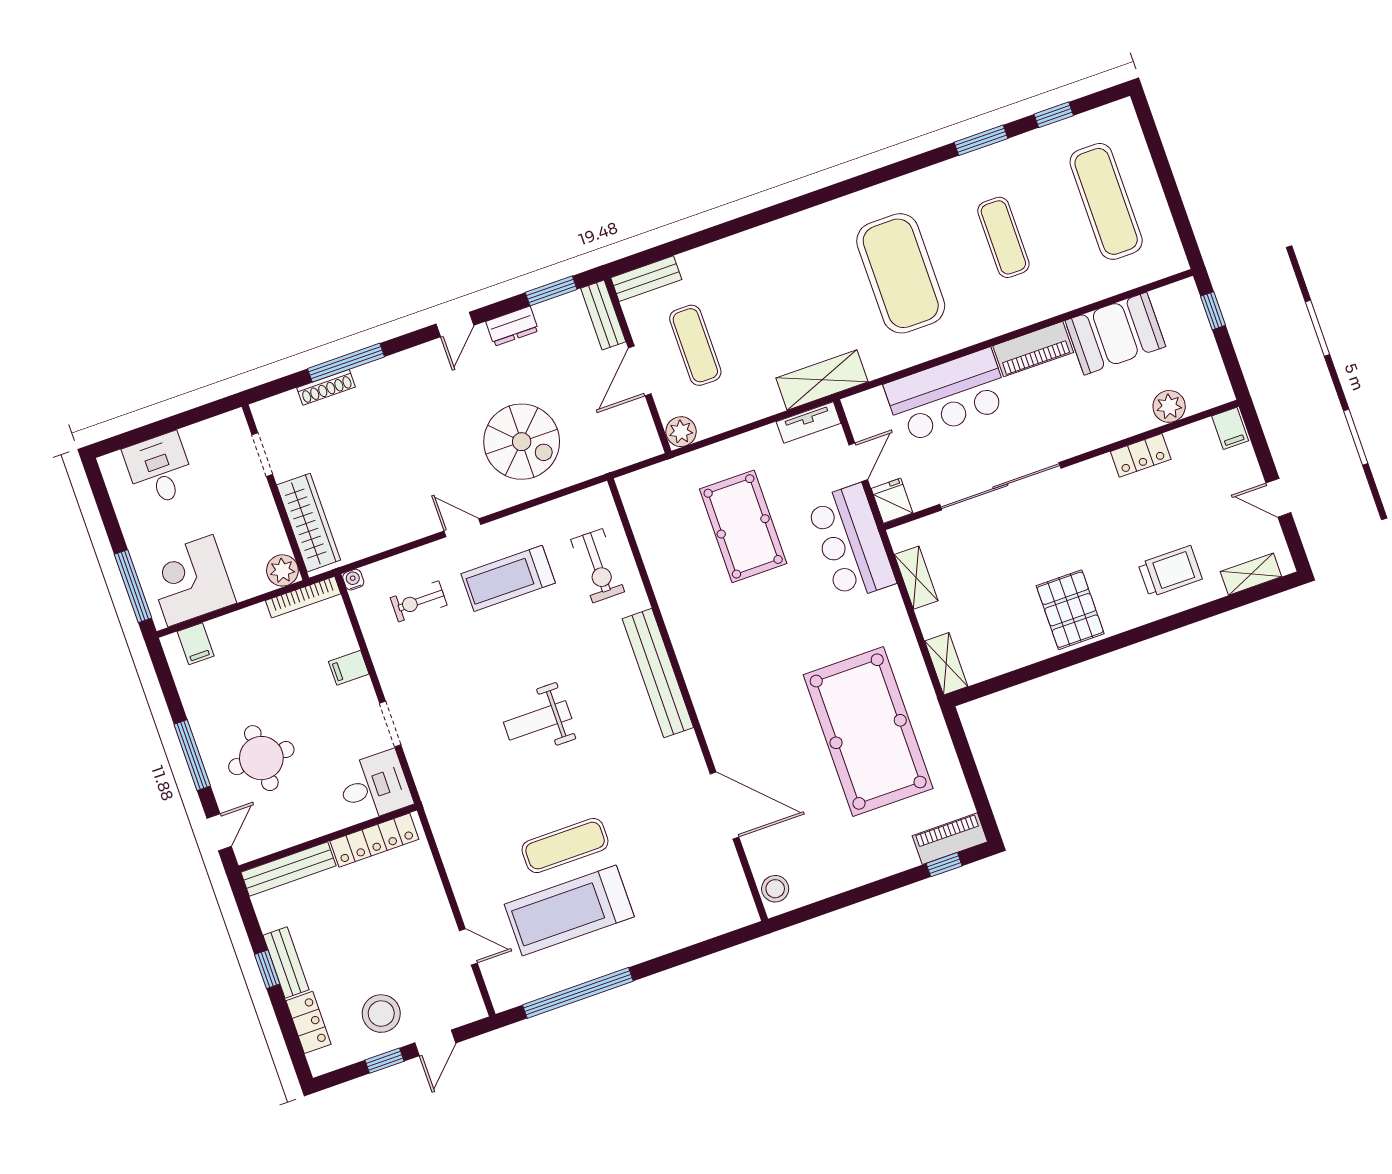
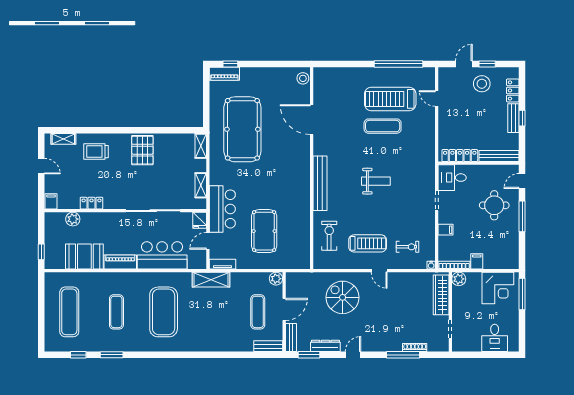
dresser: (512, 326) -> (325, 346), width x1.44
filing cabinet: (196, 644) -> (477, 261), moved
treadmill: (569, 910) -> (390, 99), turned 180

